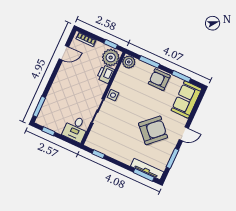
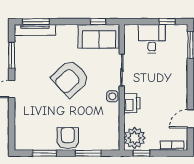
plant: (129, 62) -> (112, 142), removed
printer: (105, 74) -> (132, 103), moved
armchair: (159, 80) -> (68, 138), turned -90
sofa: (186, 99) -> (99, 36), moved, turned 90
desk: (76, 129) -> (152, 39), moved
armchair: (153, 130) -> (70, 78), moved

